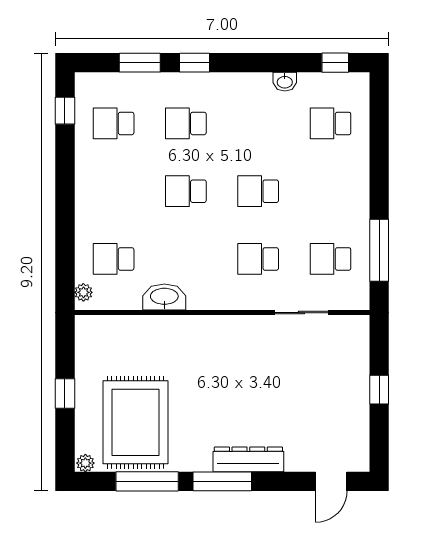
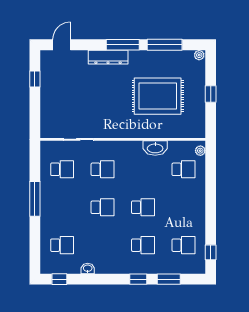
window: (379, 250) -> (35, 199), moved
window: (379, 390) -> (35, 79), moved
rug: (135, 422) -> (158, 96), moved, turned 90

